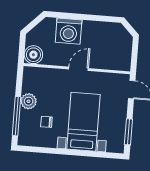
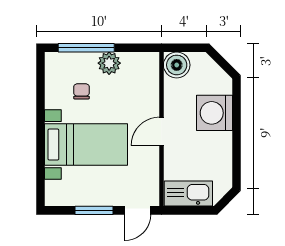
kitchen sink: (123, 54) -> (188, 194), added
door: (78, 69) -> (161, 131), swing flipped
window: (128, 132) -> (94, 210), moved

